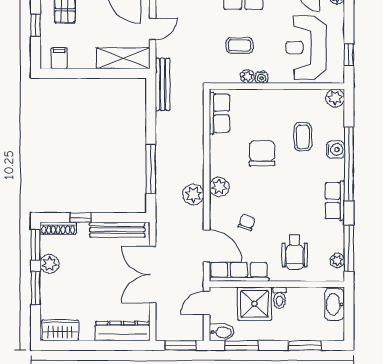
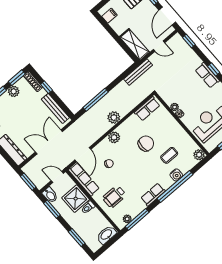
coffee table: (240, 45) -> (185, 91), removed
plant: (193, 195) -> (114, 118), moved

